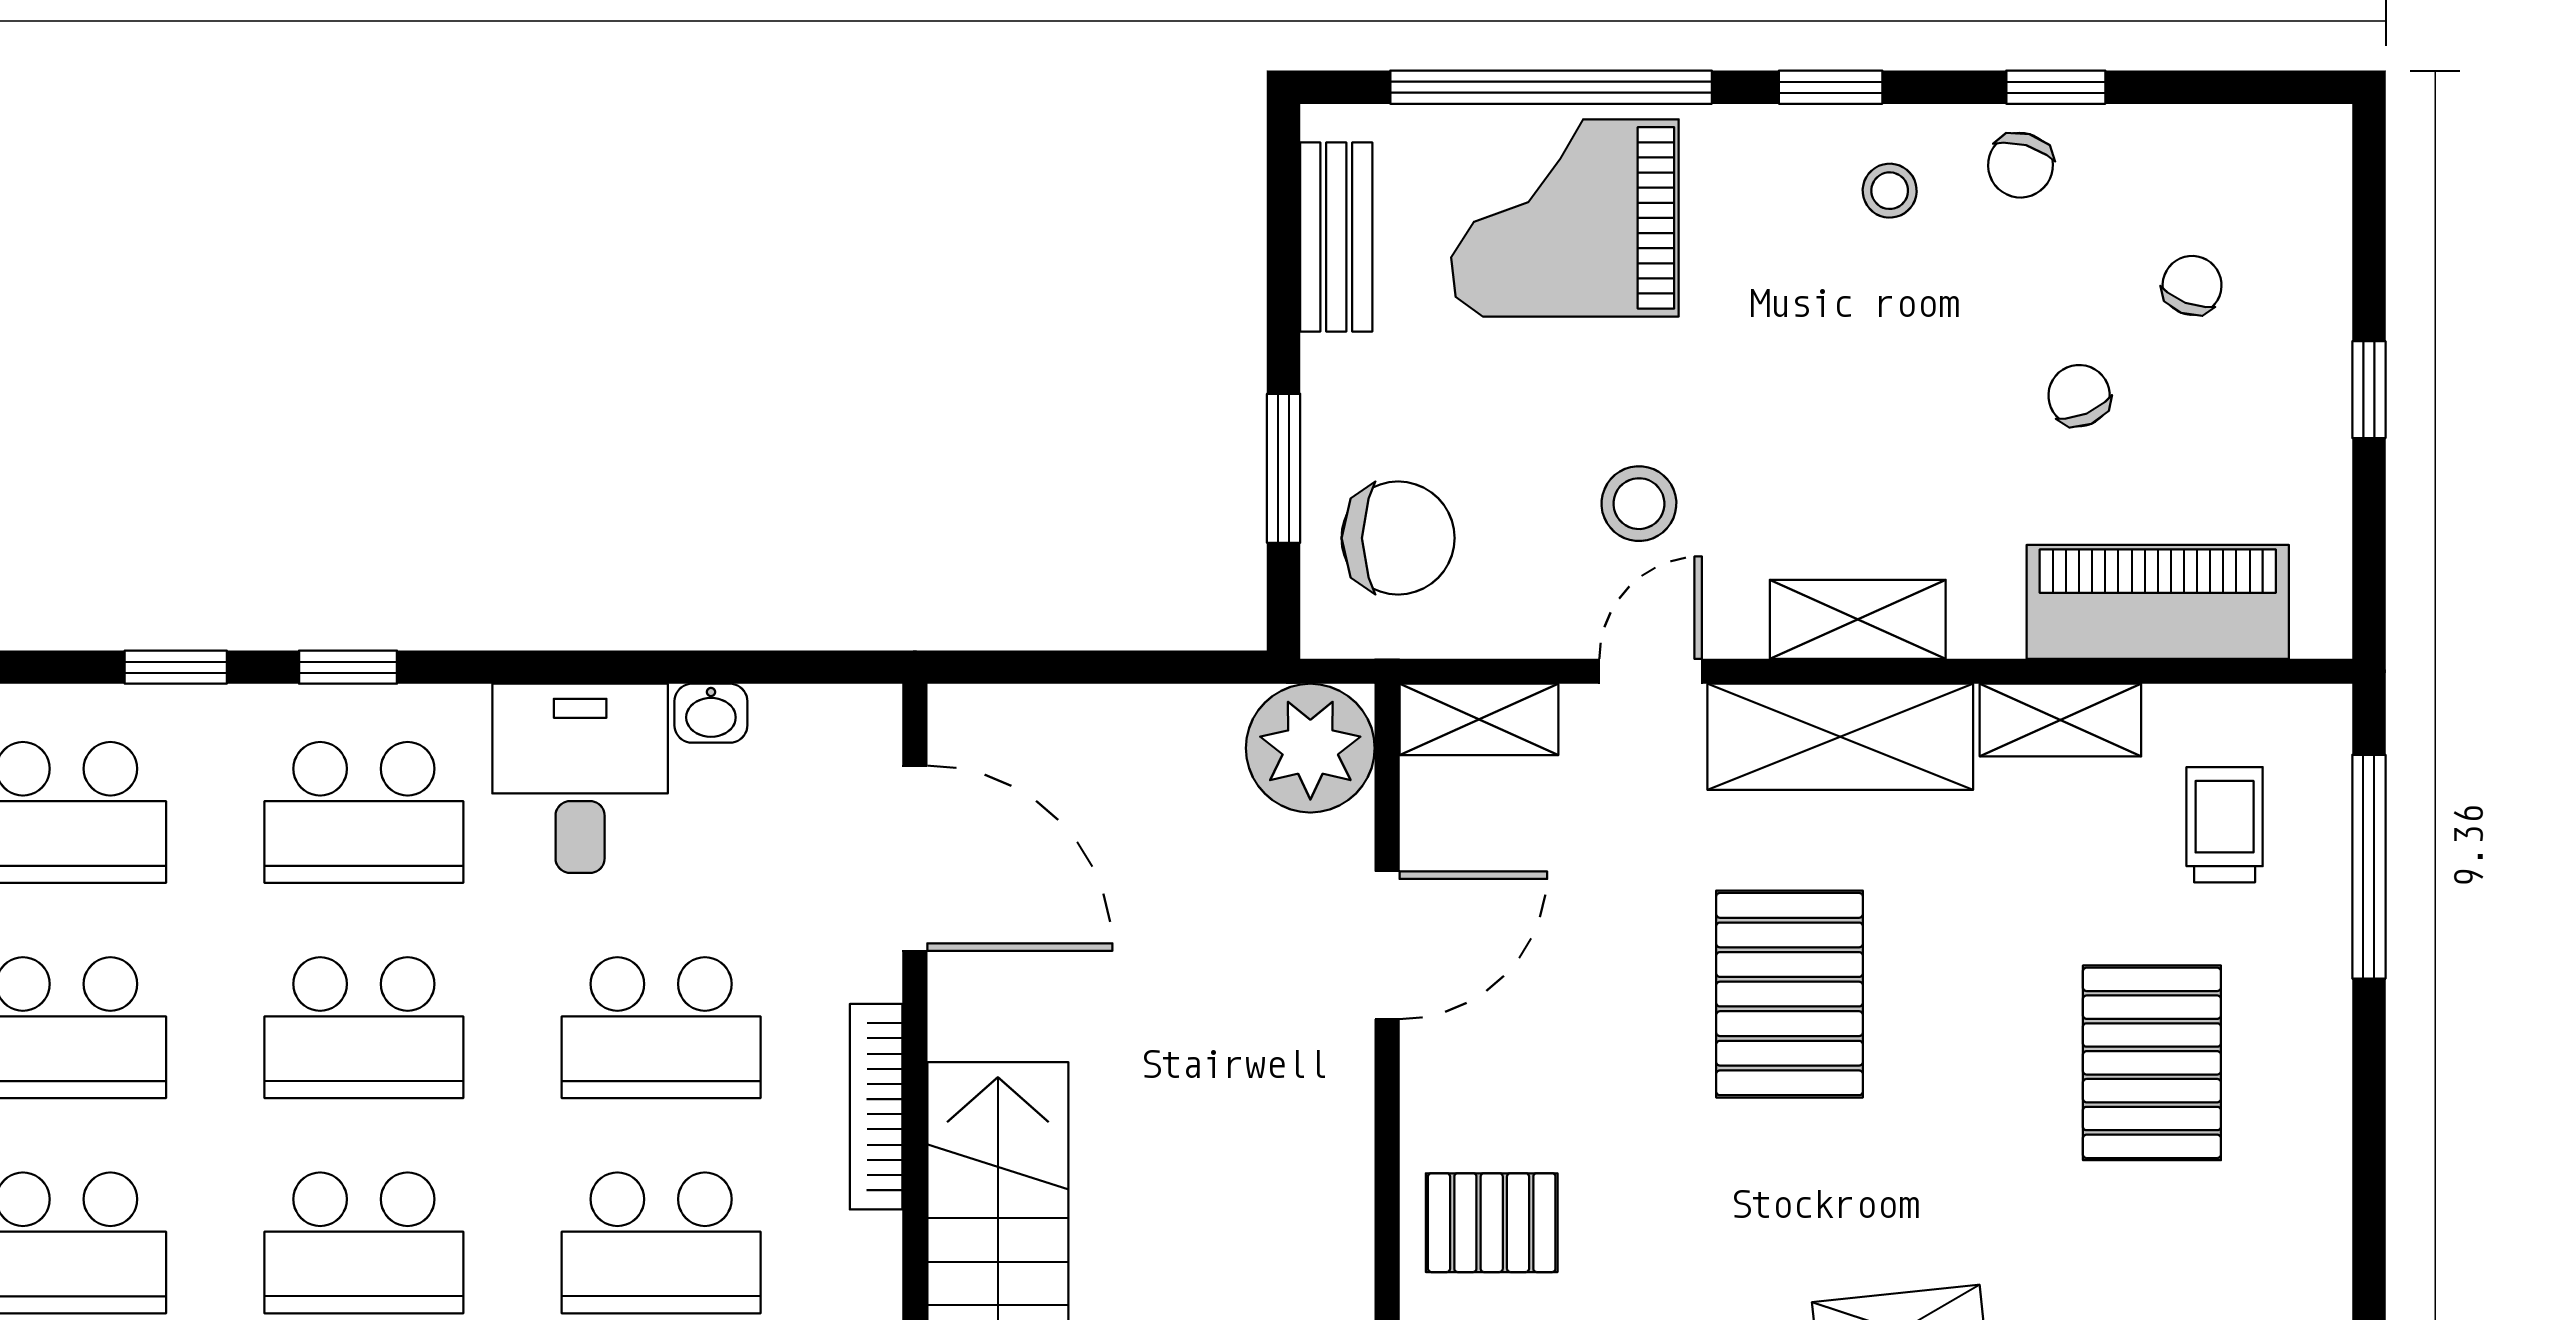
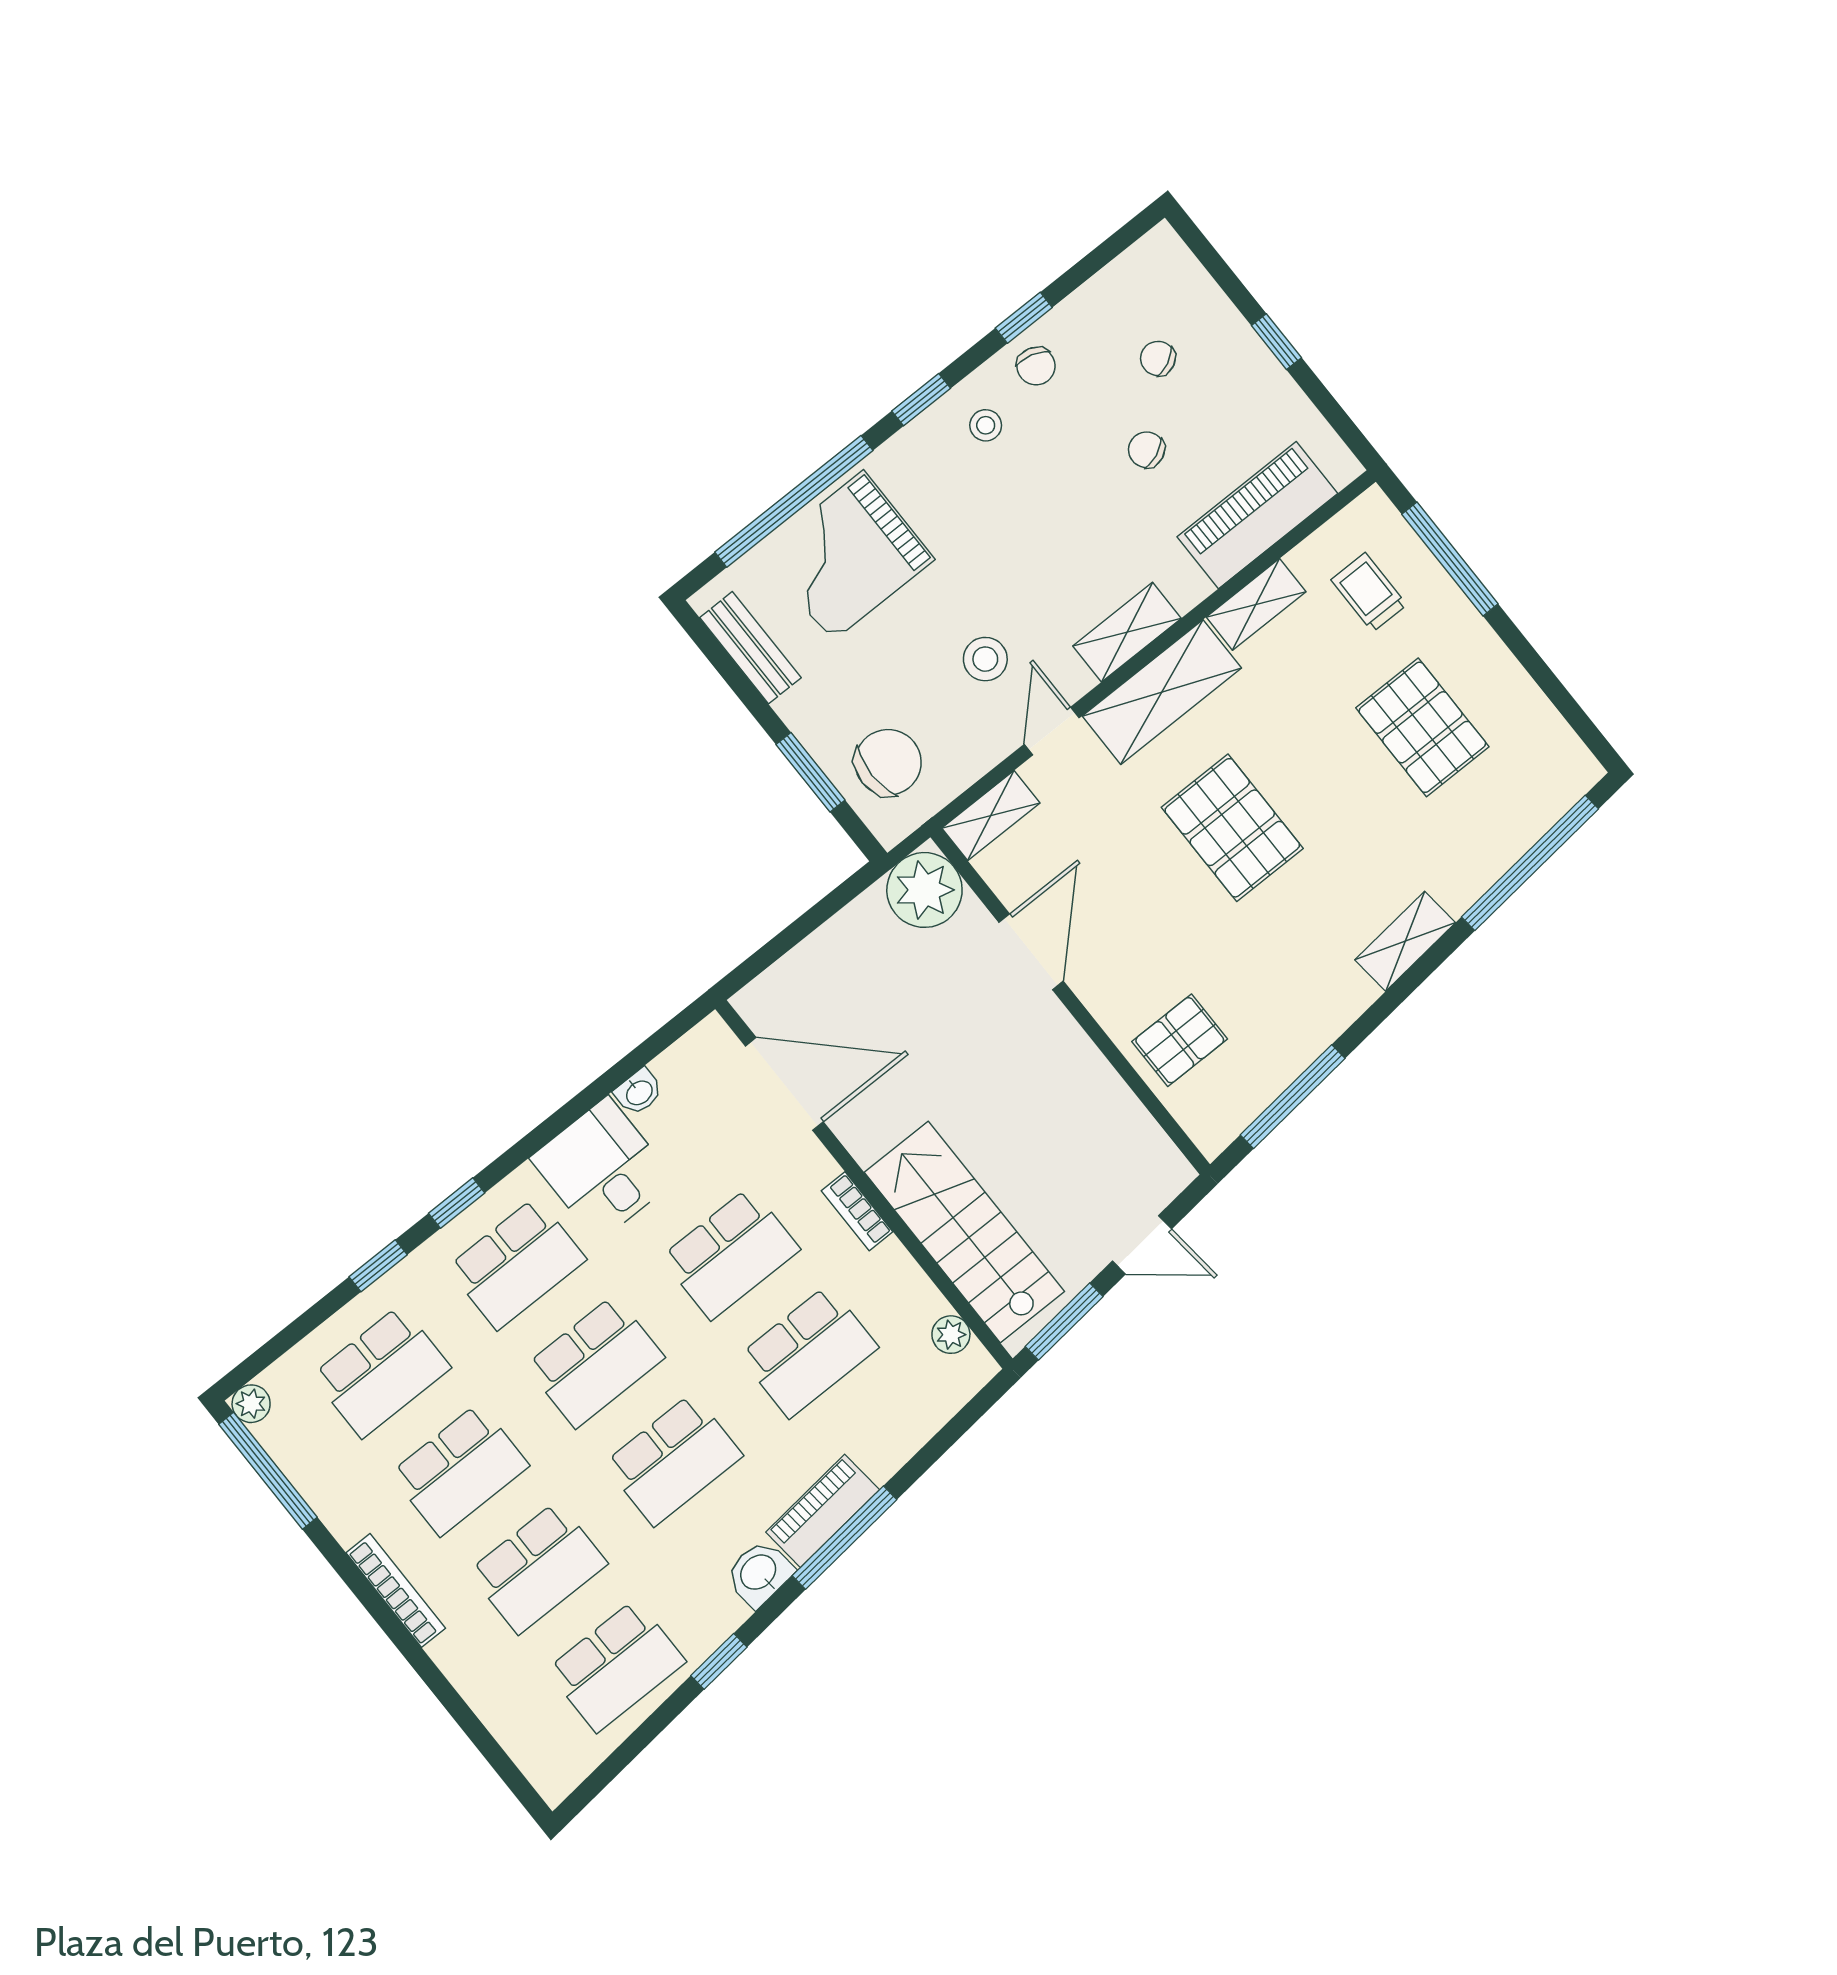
chair: (2192, 285) -> (1158, 358), turned -47
bookcase: (876, 1107) -> (857, 1211), width x0.64

